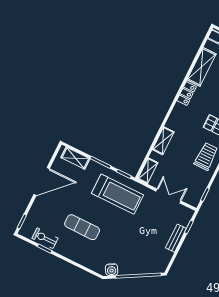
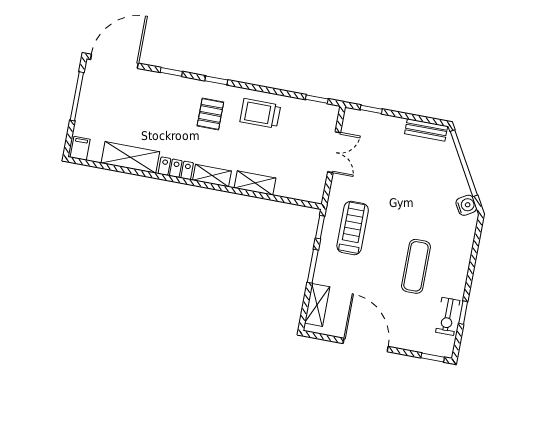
shelving: (148, 171) -> (212, 176), moved
treadmill: (117, 194) -> (353, 228), width x0.73, depth x0.73
double door: (168, 196) -> (334, 152), swing flipped
bench: (176, 238) -> (426, 130), moved

